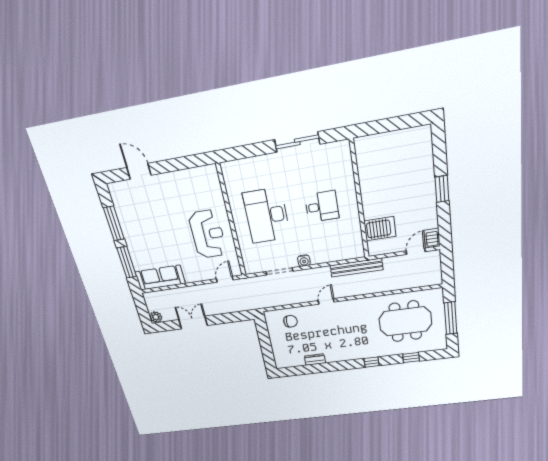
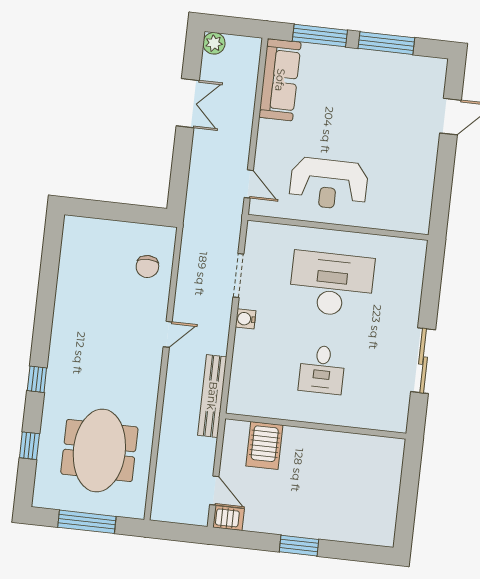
door: (326, 301) -> (168, 334), hinge flipped
dresser: (315, 360) -> (66, 286), removed

